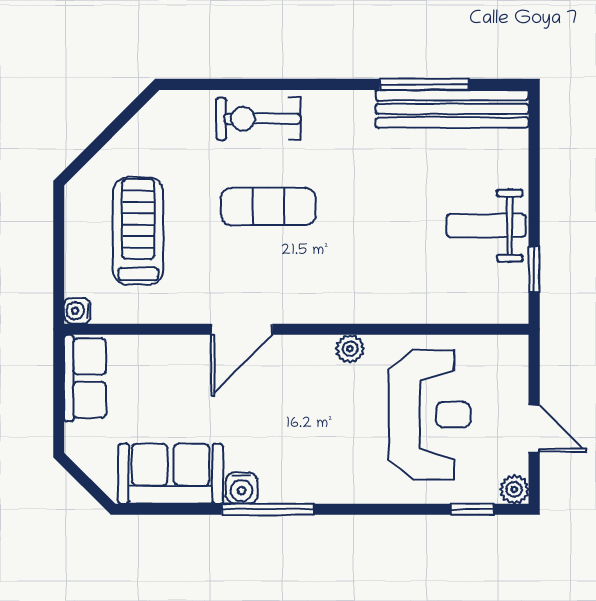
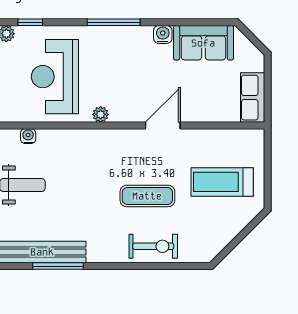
treadmill: (138, 231) -> (222, 182), turned 90
water cooler: (77, 311) -> (28, 136), moved, turned -90
window: (268, 509) -> (114, 22), moved

